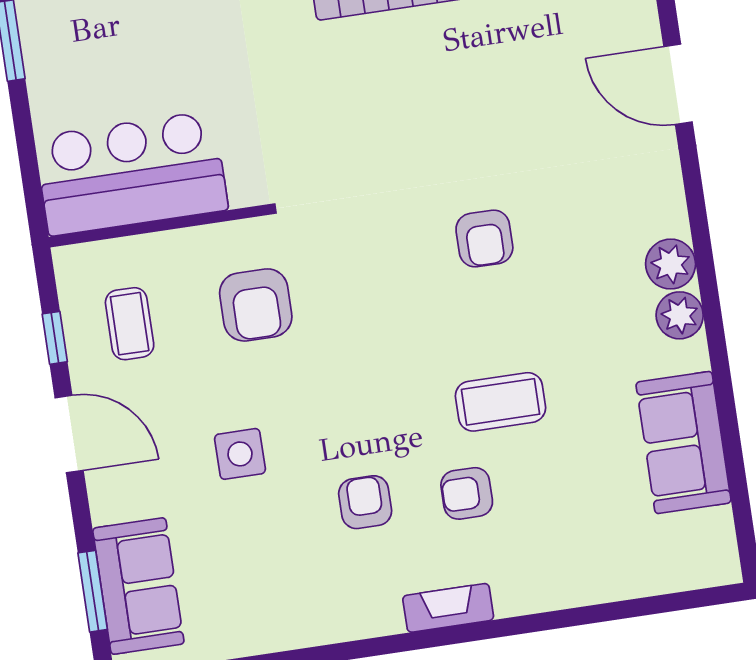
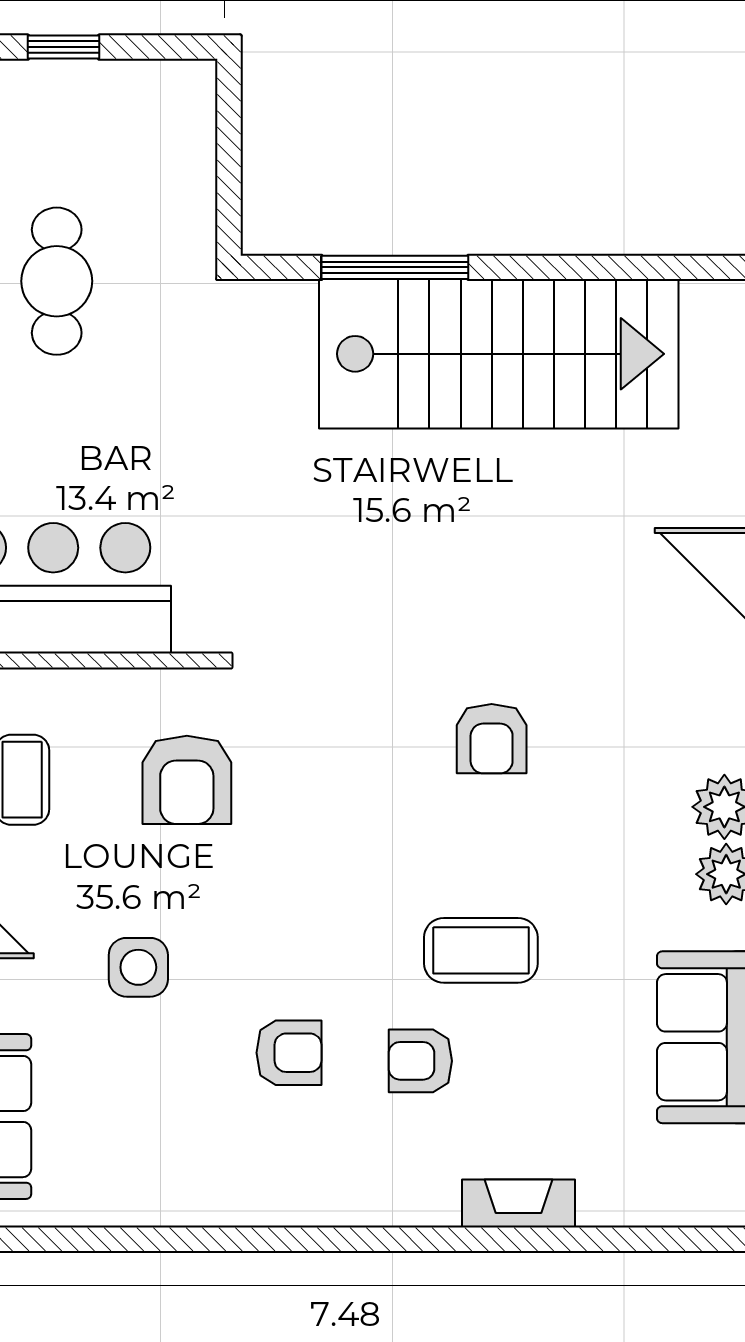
armchair: (365, 502) -> (289, 1053), turned 90
fireplace: (448, 608) -> (518, 1203), moved

